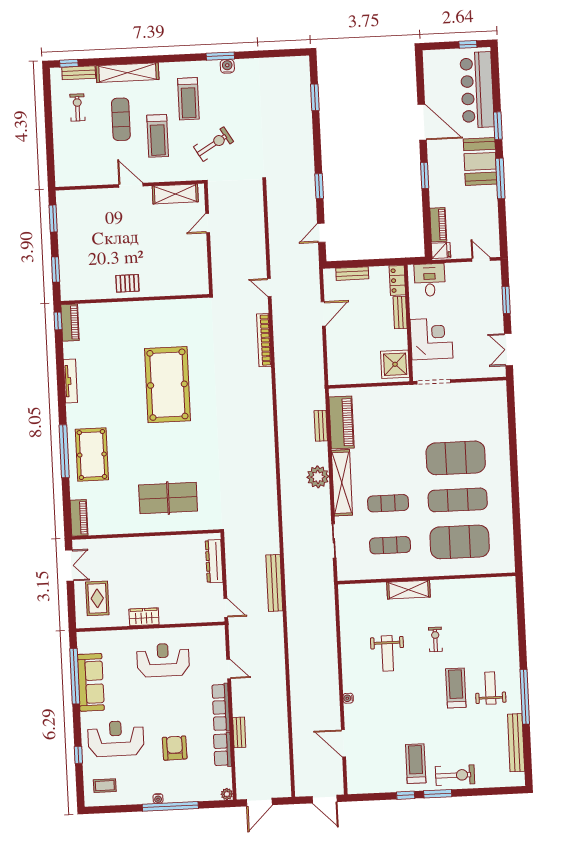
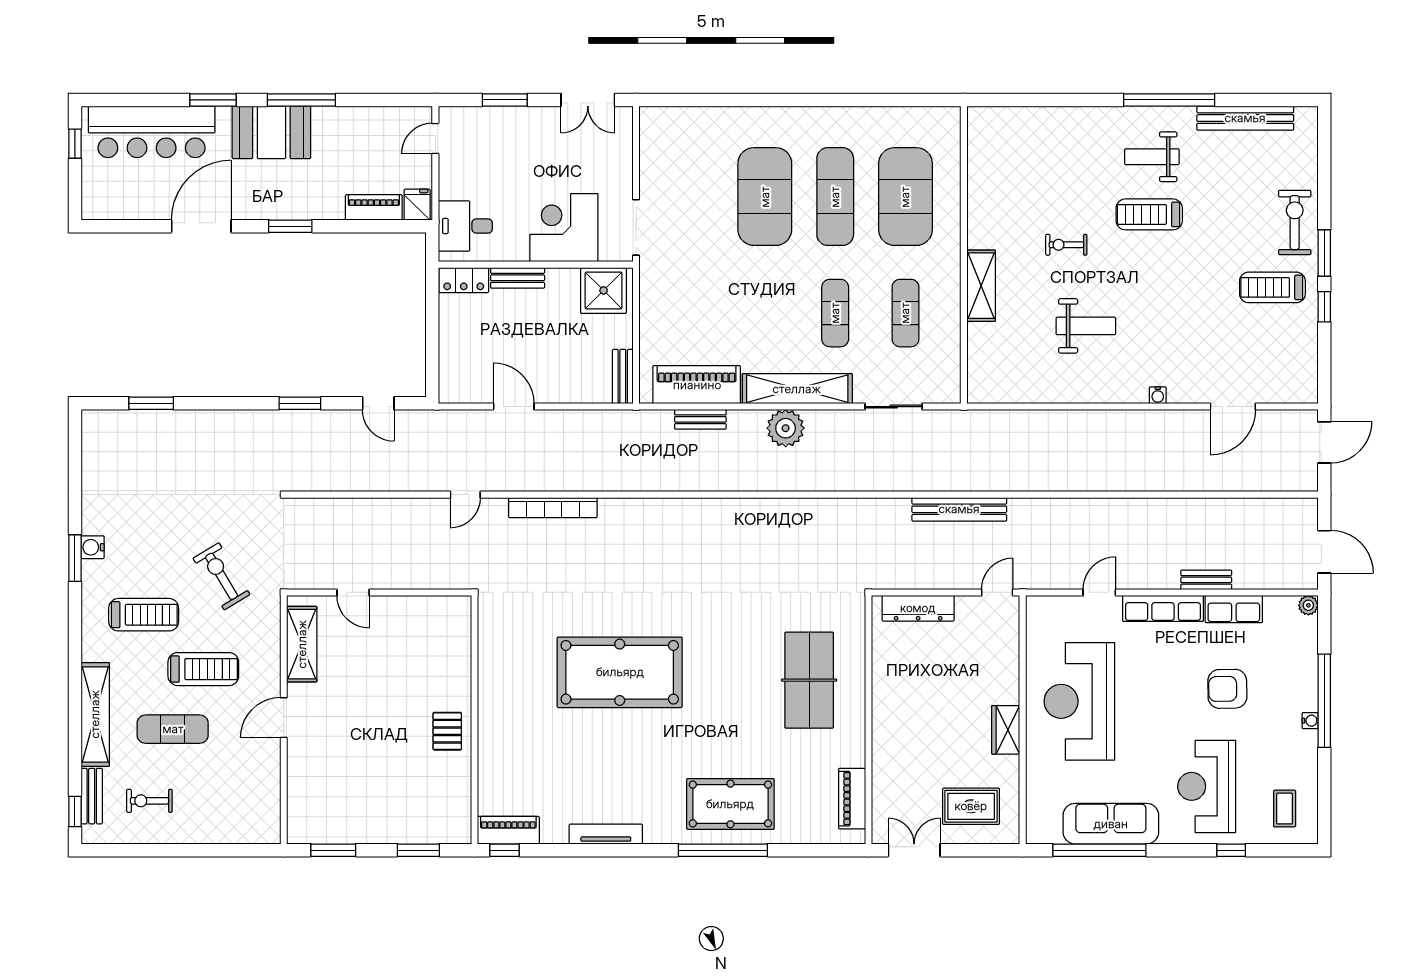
bench: (352, 274) -> (623, 376), moved
piano: (79, 518) -> (852, 799), moved, turned -90
reception desk: (163, 660) -> (1079, 701), width x1.36, depth x1.30

